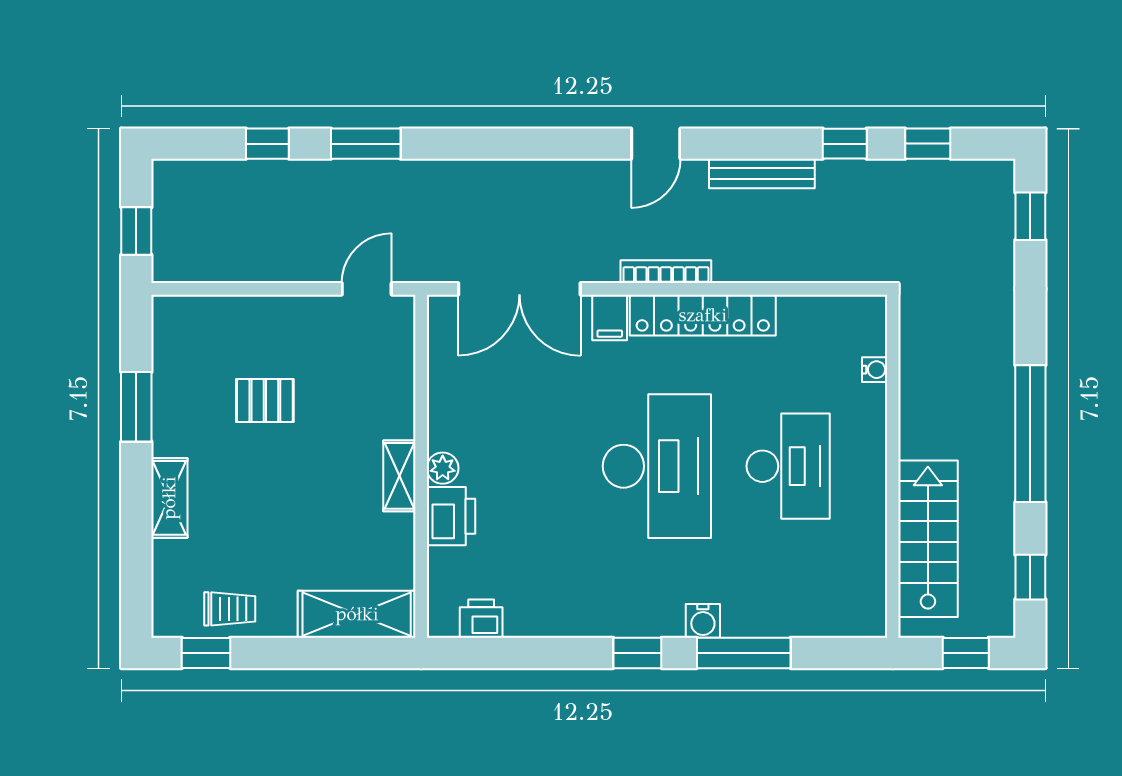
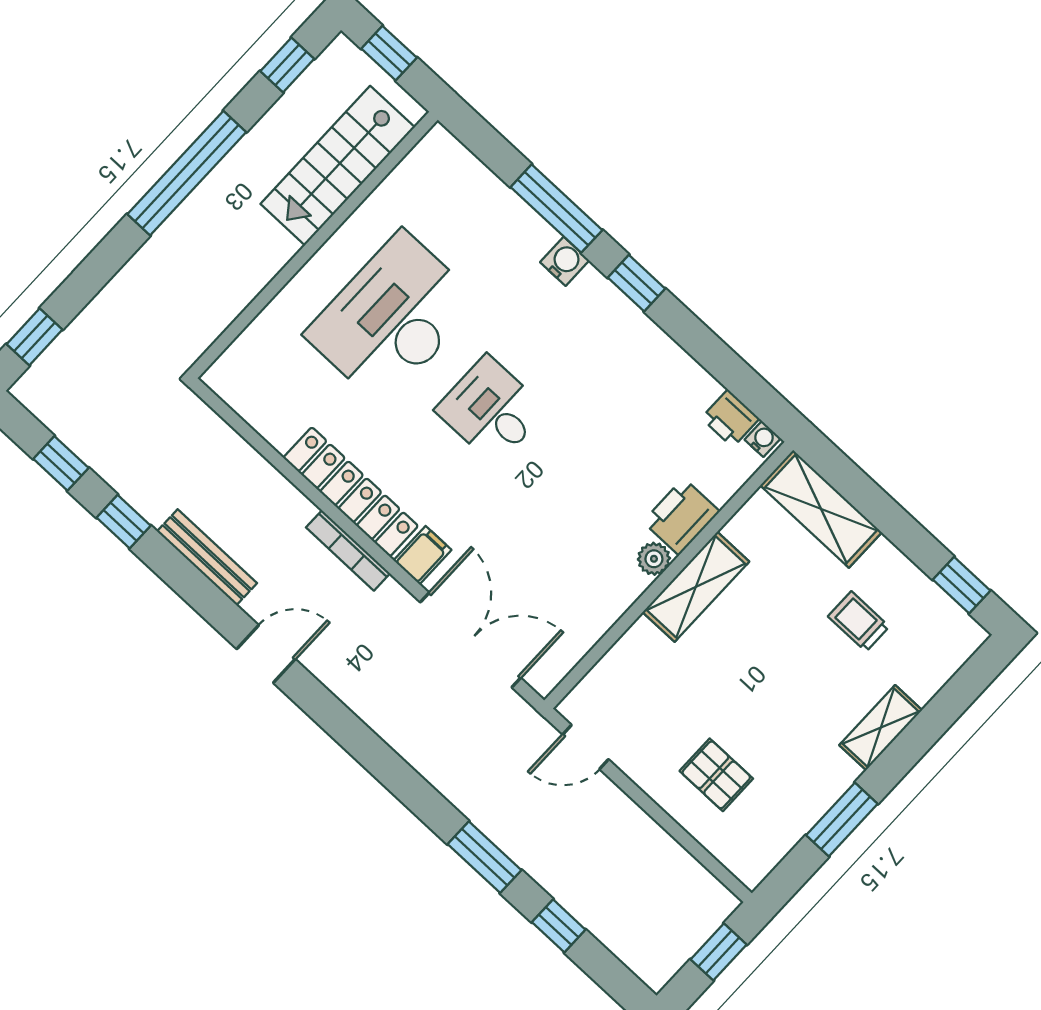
water cooler: (875, 370) -> (763, 439), moved, turned 90
pallet: (265, 401) -> (716, 775), moved
desk: (657, 466) -> (491, 410), width x0.53, depth x0.77
desk: (788, 466) -> (392, 318), width x1.36, depth x1.30
shelving: (399, 476) -> (696, 587), width x1.50, depth x1.33
trolley: (230, 609) -> (859, 621), moved

